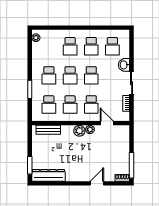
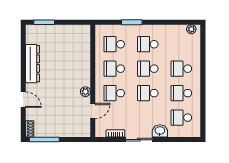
bench: (48, 130) -> (85, 43), removed
plant: (79, 131) -> (84, 79), removed
dresser: (48, 175) -> (32, 64), moved

